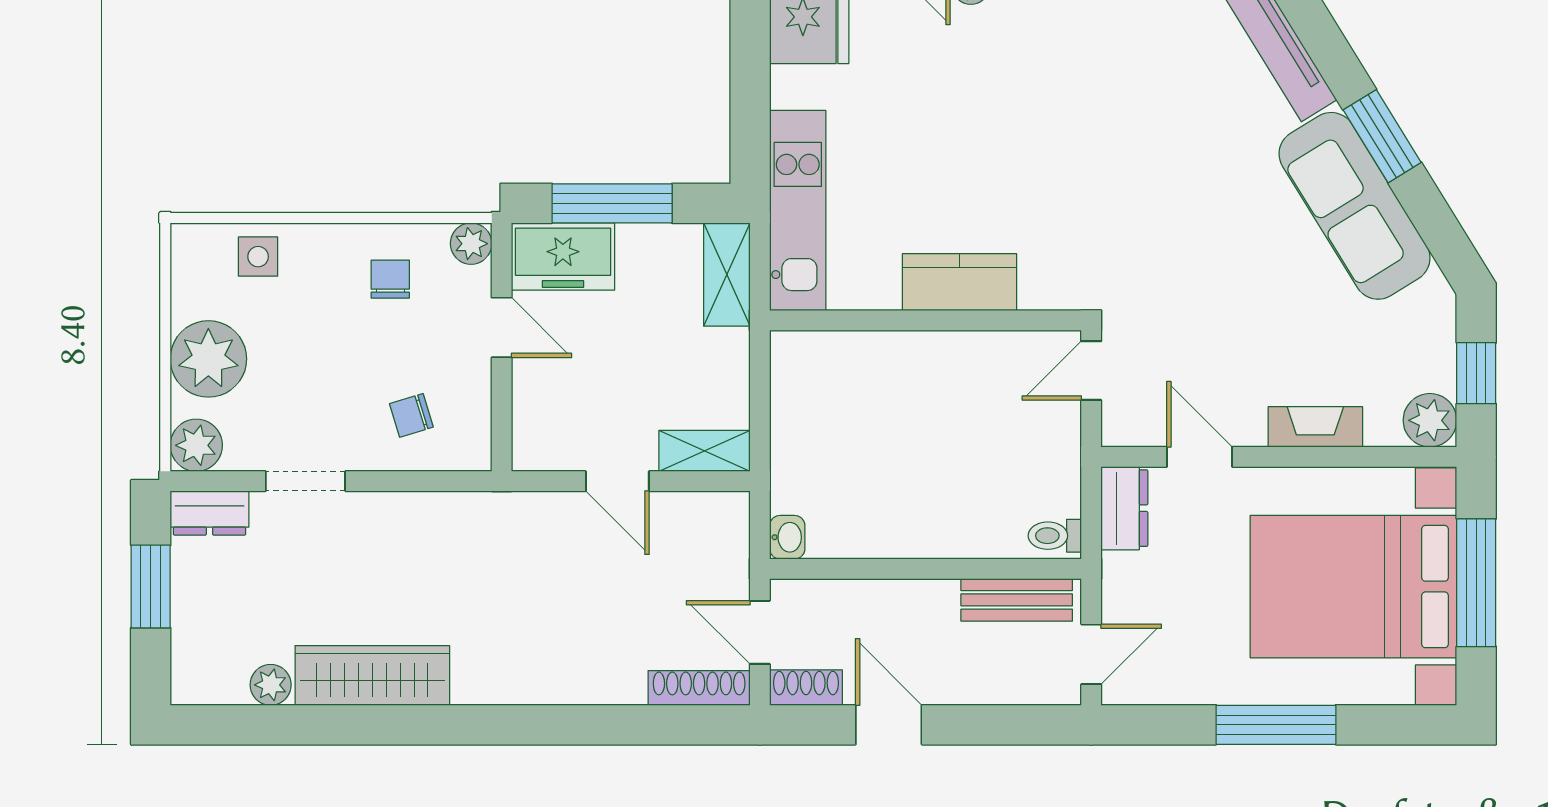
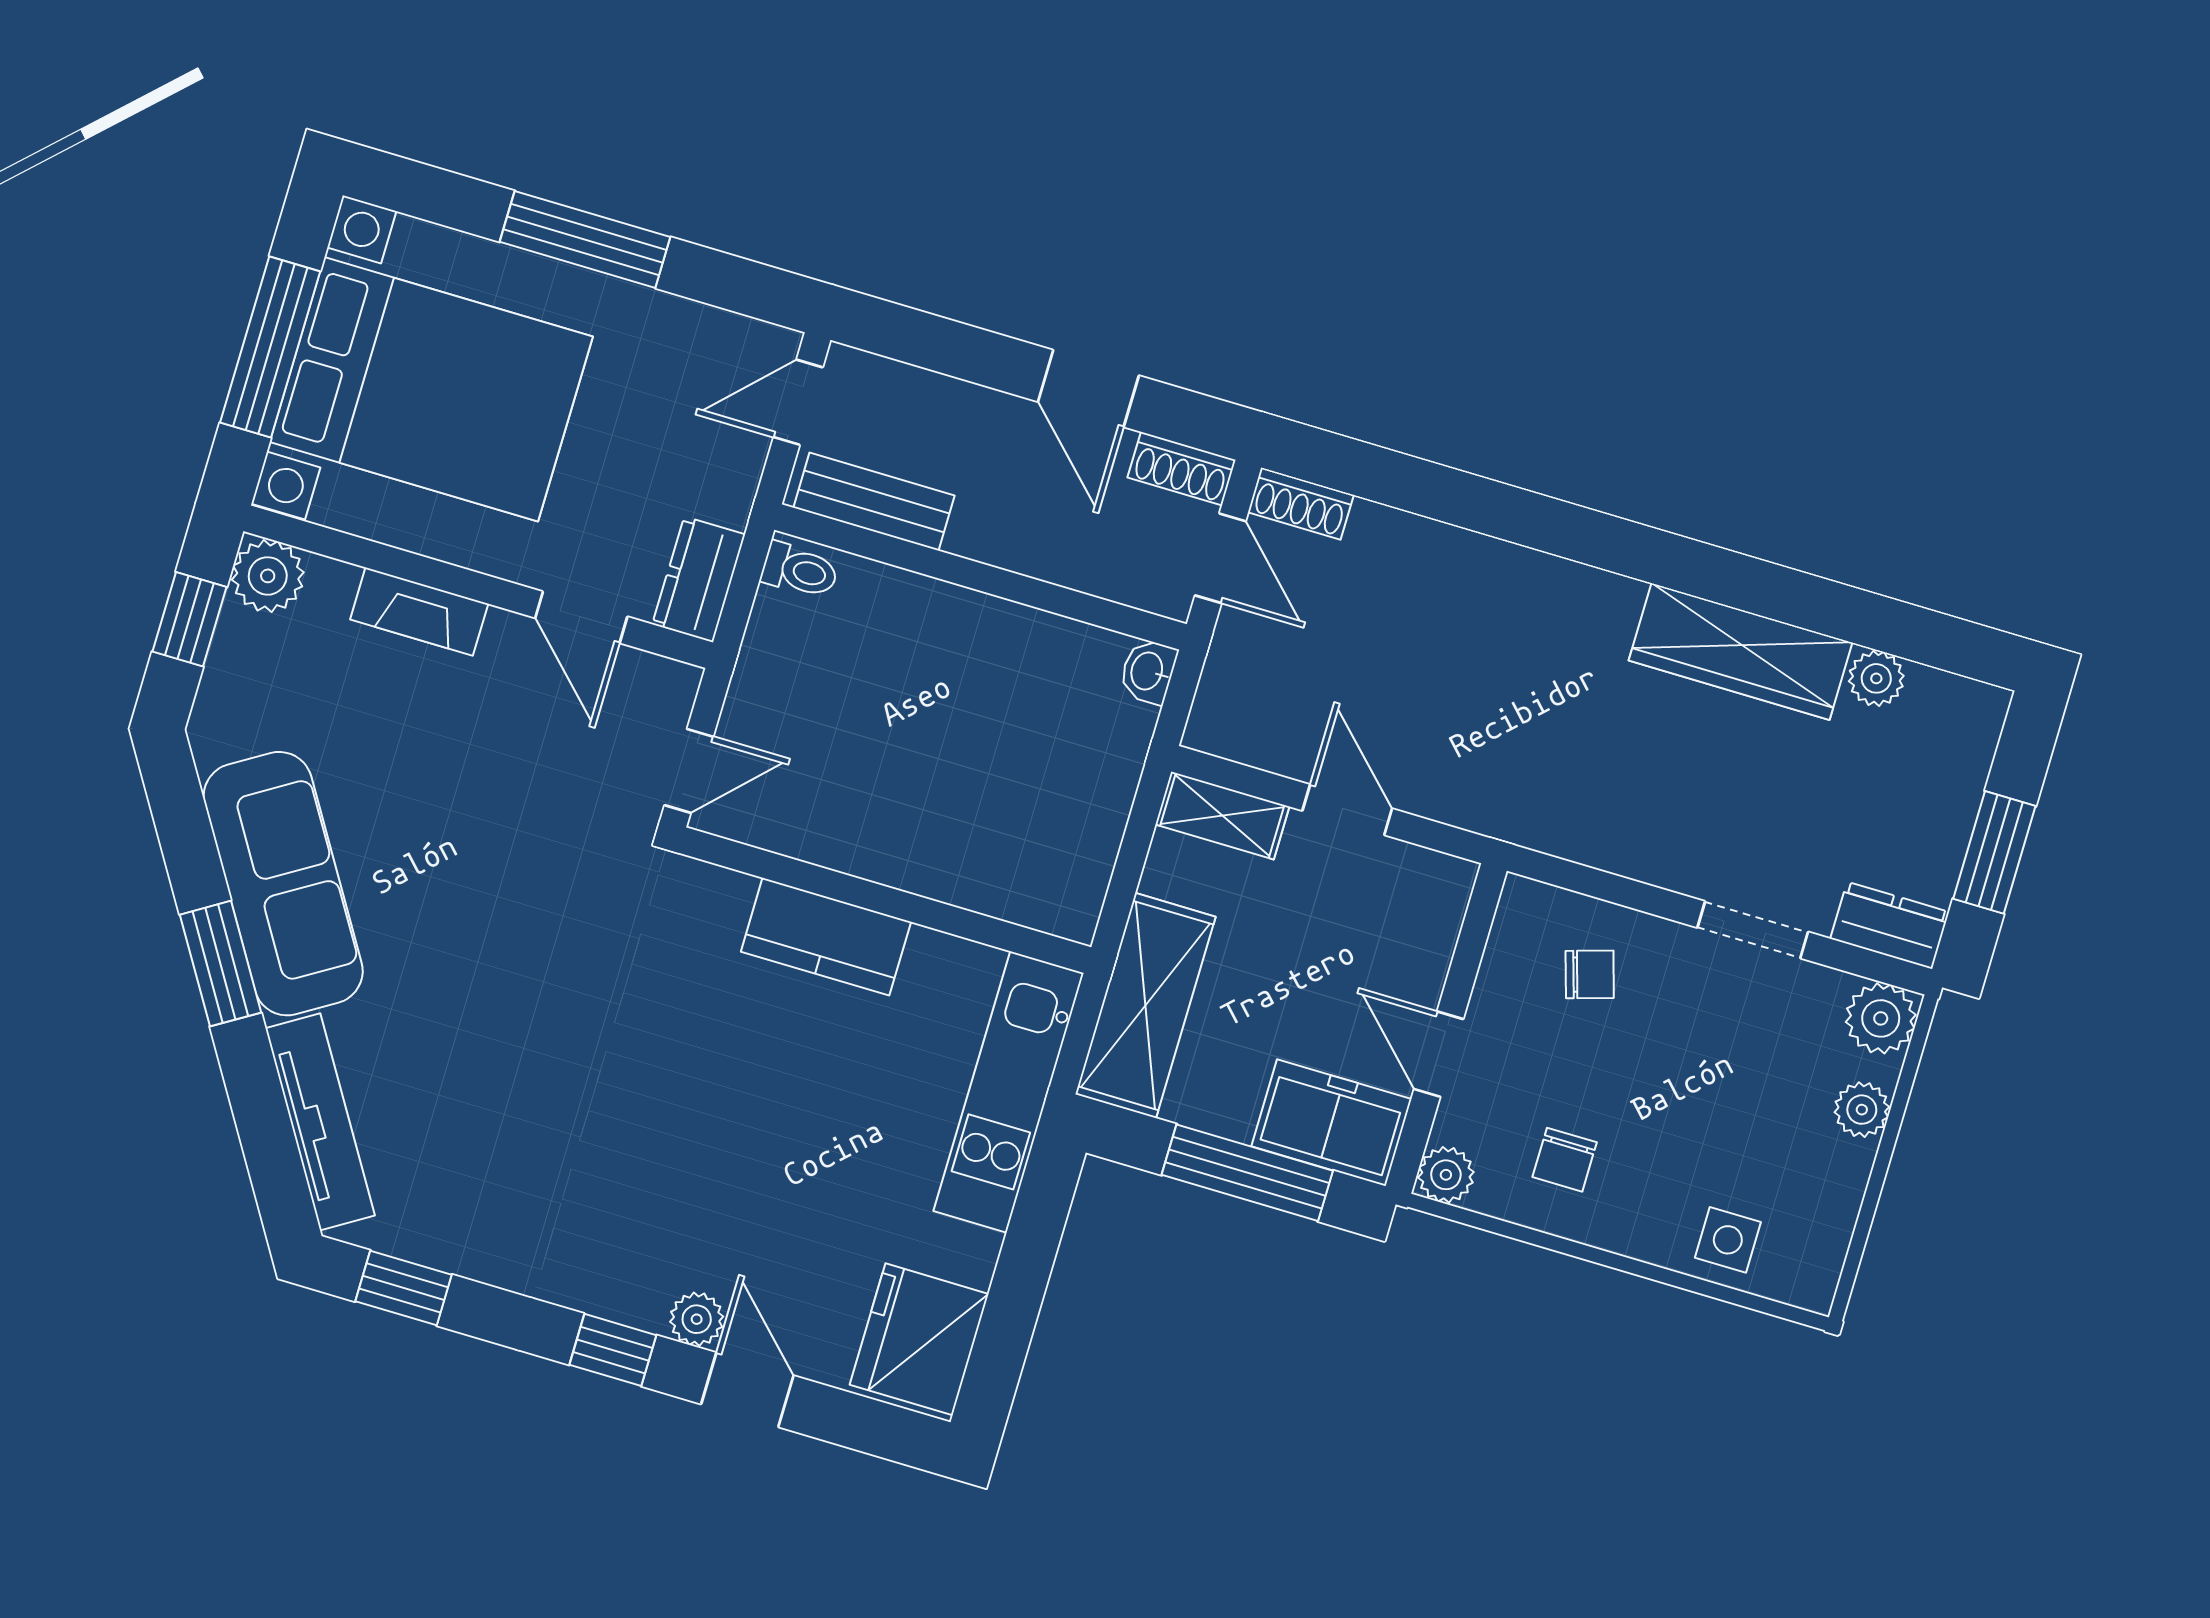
shelving: (727, 275) -> (1146, 1005), width x1.50, depth x1.33
plant: (208, 359) -> (1862, 1110), width x0.53, depth x0.53
shoe rack: (699, 688) -> (1301, 503), width x0.70

